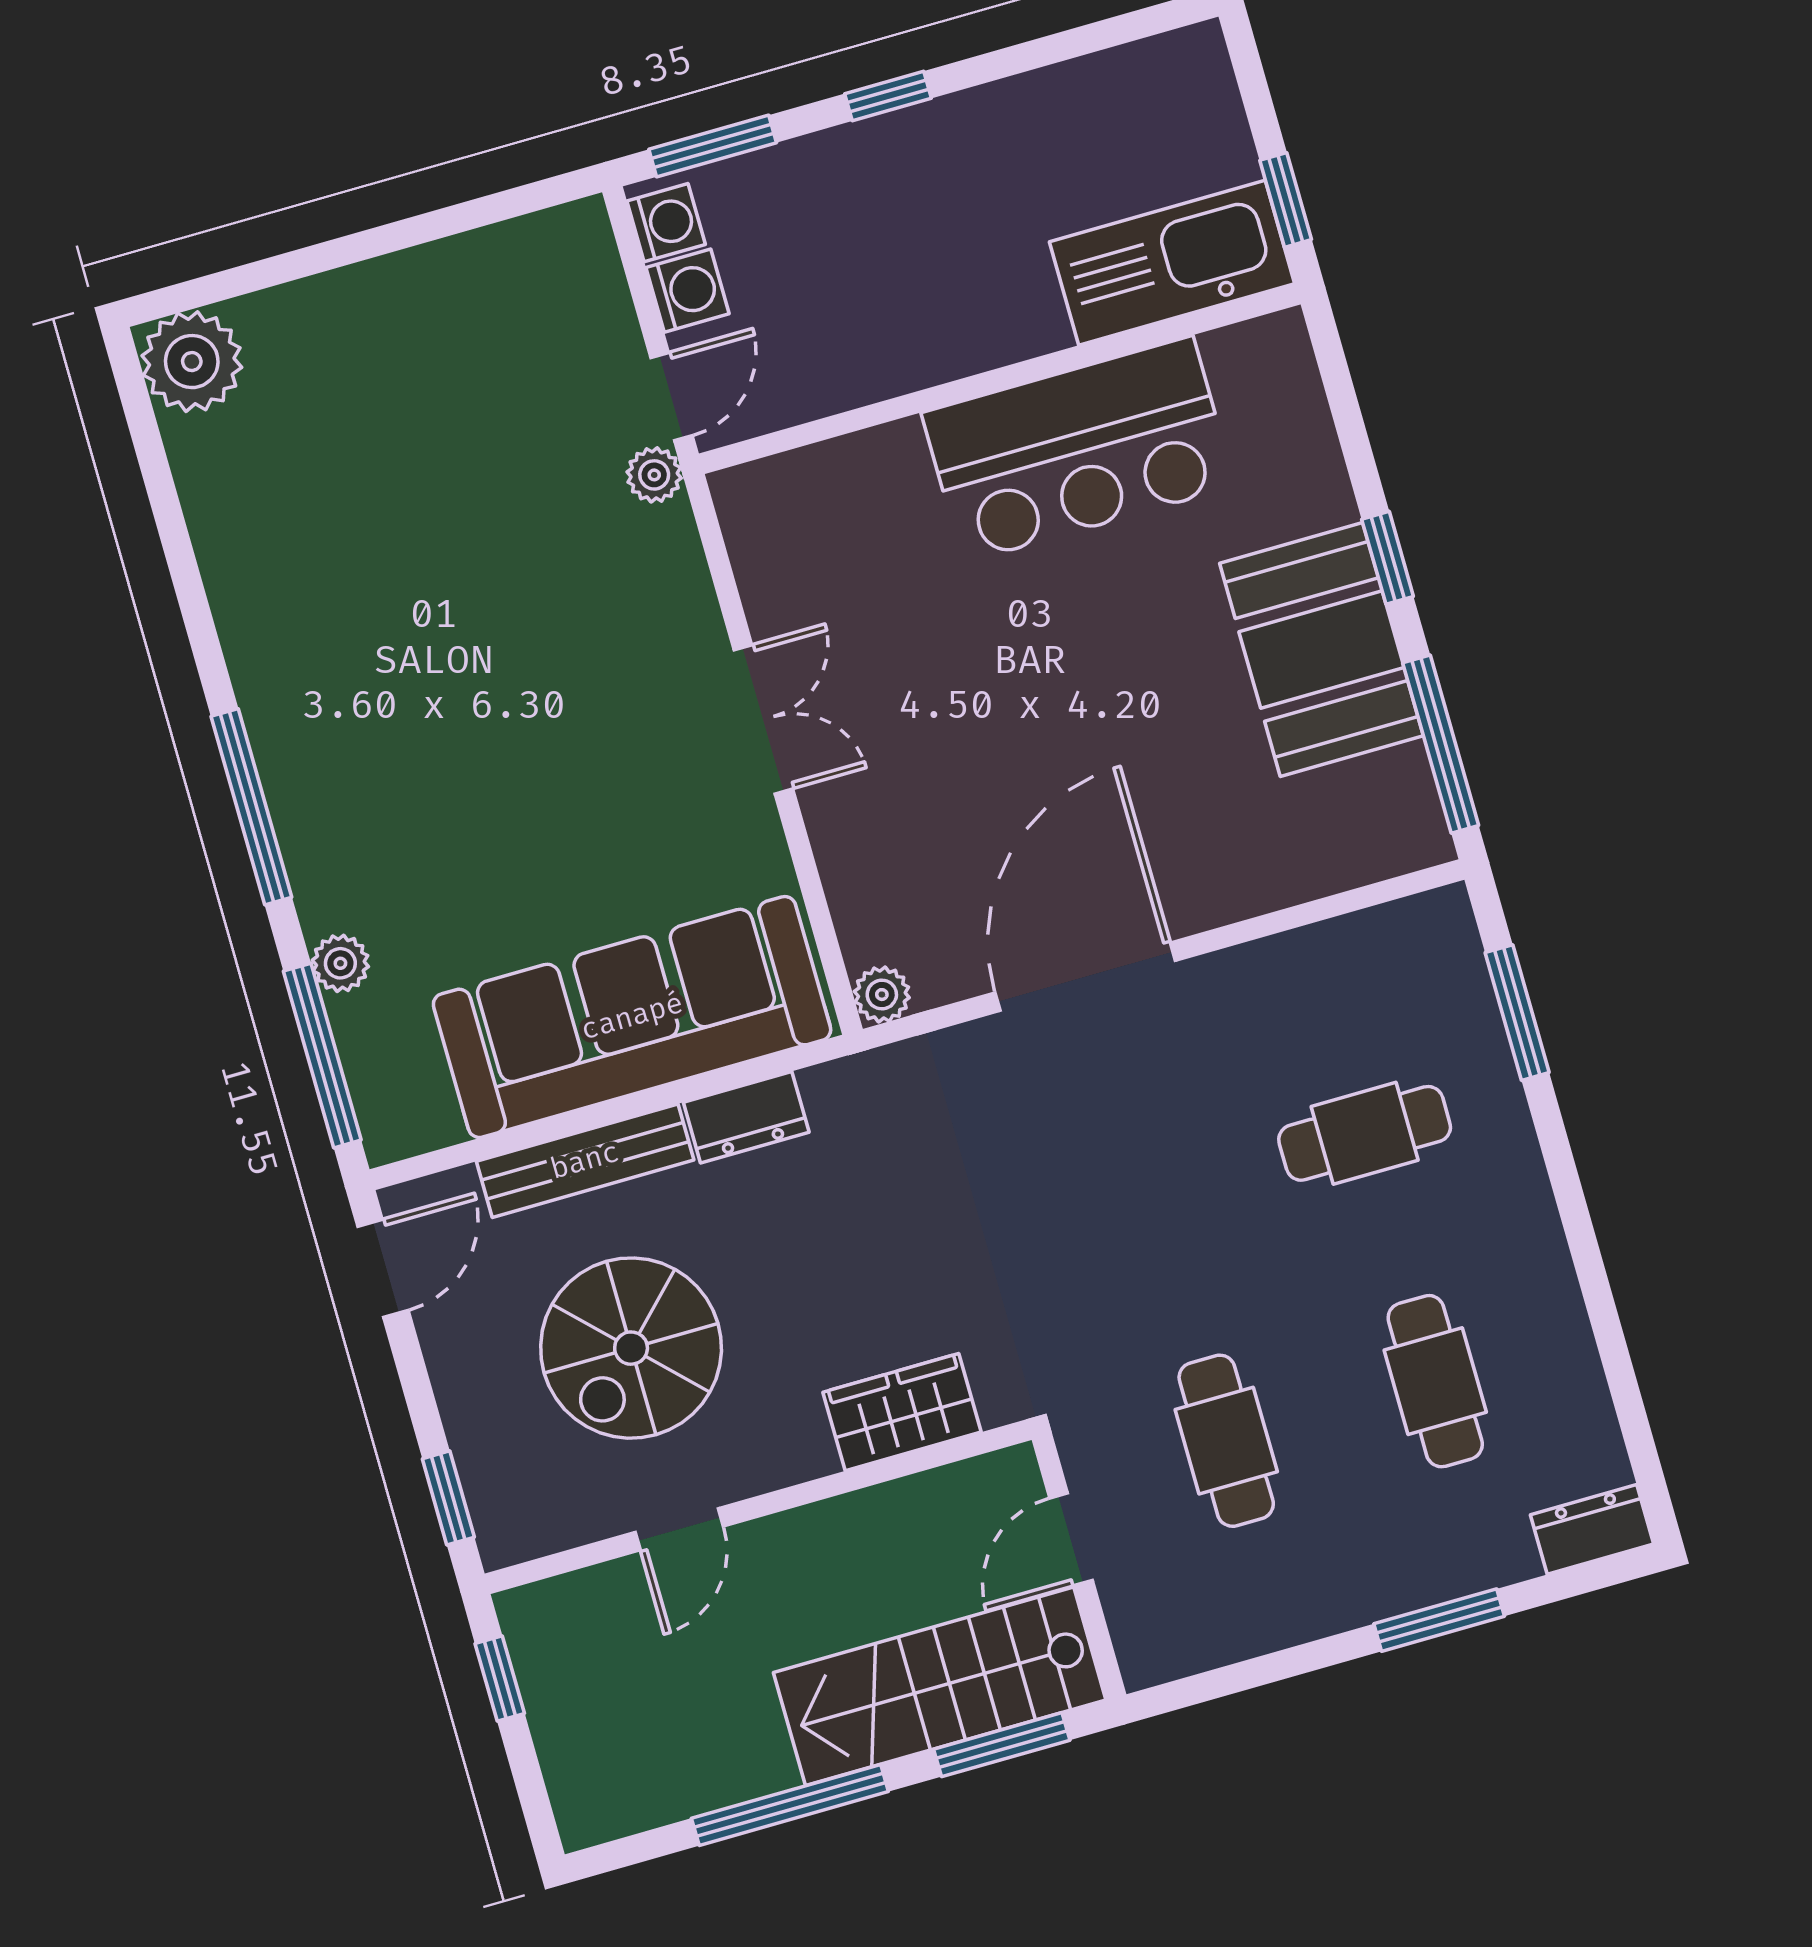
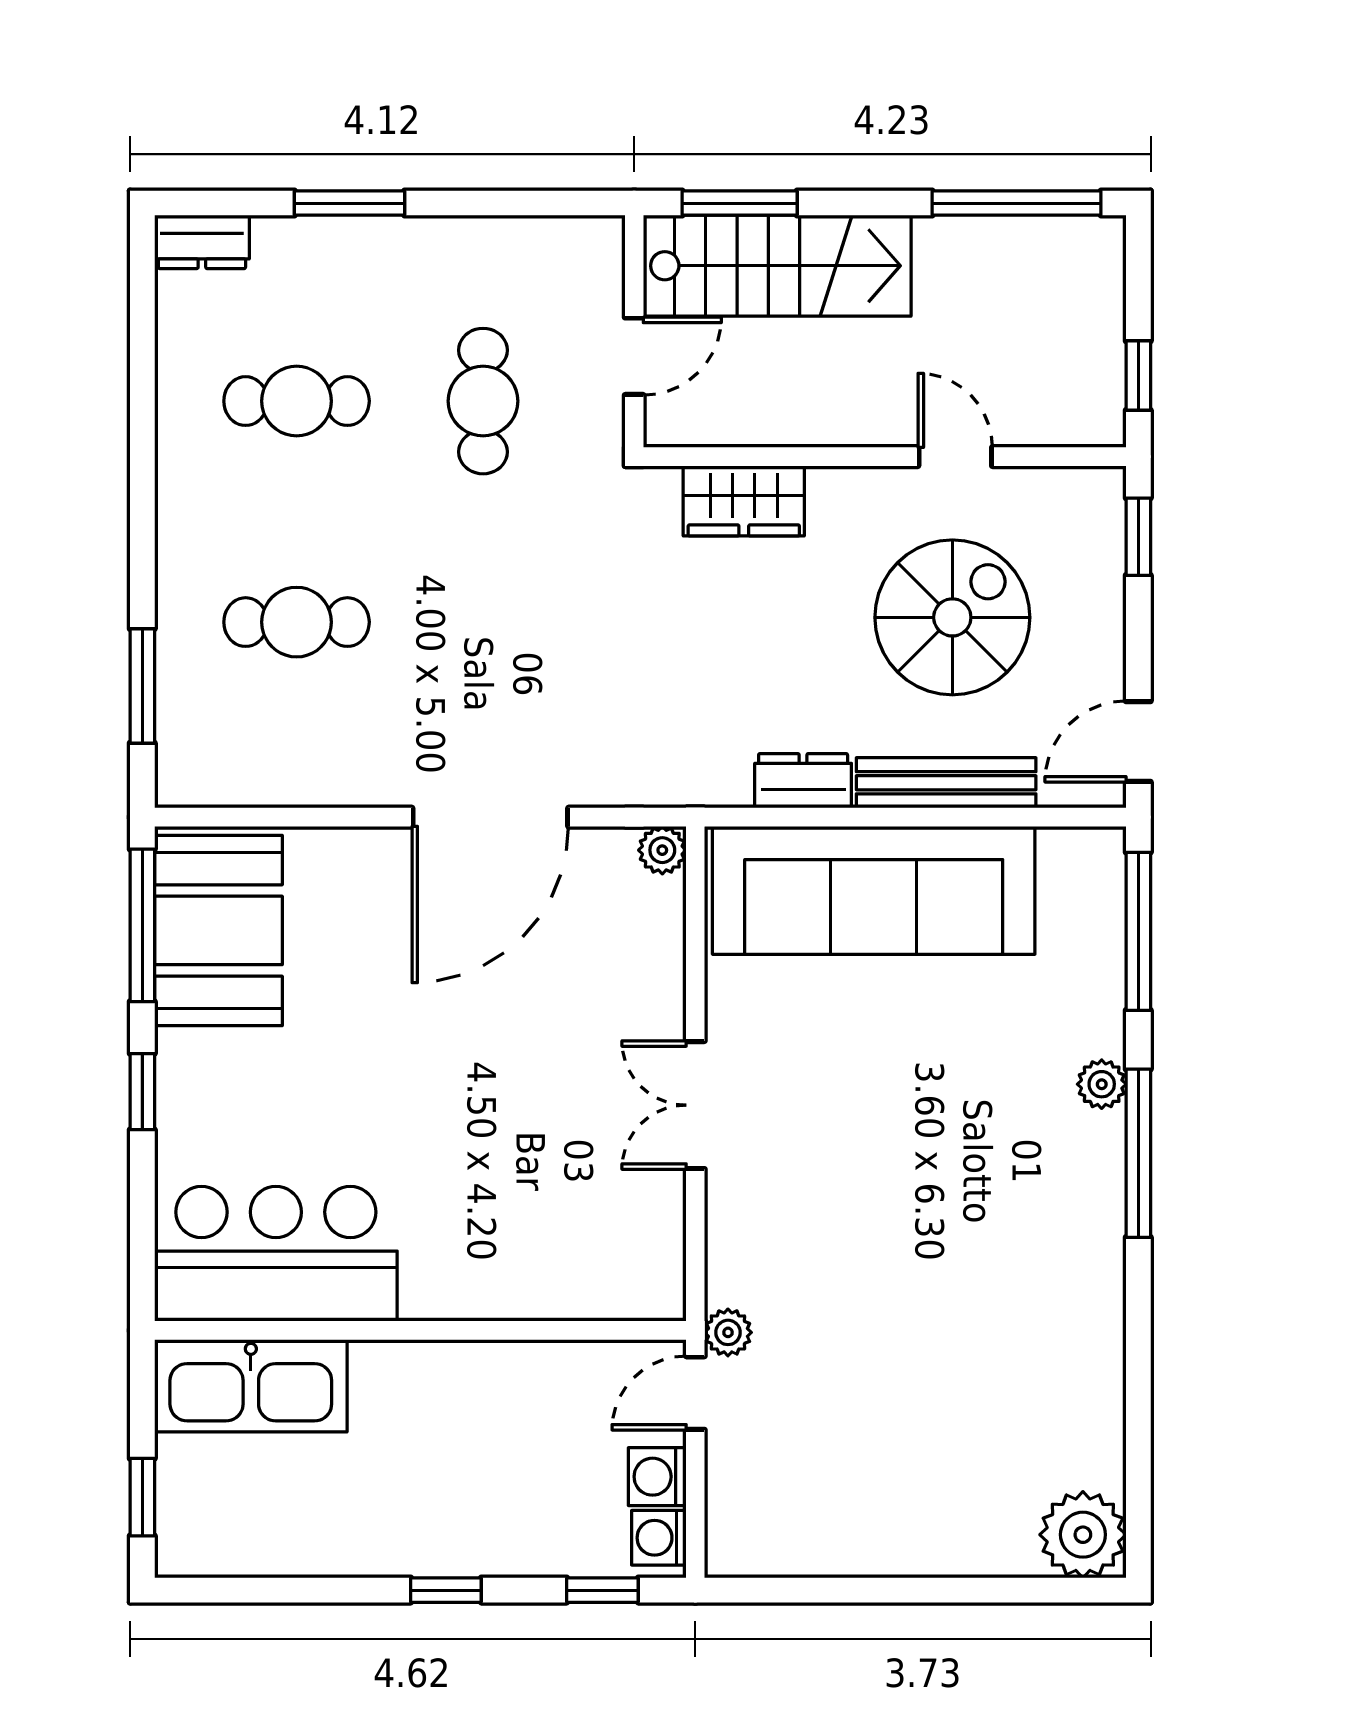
window: (713, 146) -> (602, 1590), width x0.67
window: (1286, 200) -> (142, 1497), moved
bar counter: (1078, 449) -> (276, 1254), moved
booth: (1322, 650) -> (218, 930), moved
plant: (340, 963) -> (1102, 1084), moved
cafe table: (1435, 1381) -> (297, 401), turned 90
door: (679, 1529) -> (955, 457), hinge flipped
window: (790, 1805) -> (1017, 203), moved

